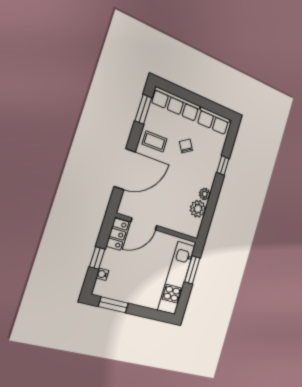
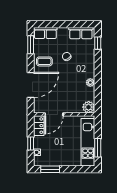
row of seats: (176, 104) -> (45, 33), width x0.68
window: (223, 165) -> (98, 43), moved
plant: (198, 209) -> (89, 107), moved
window: (192, 270) -> (98, 148), moved

